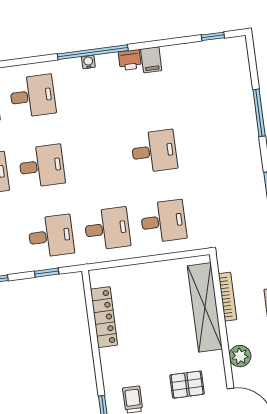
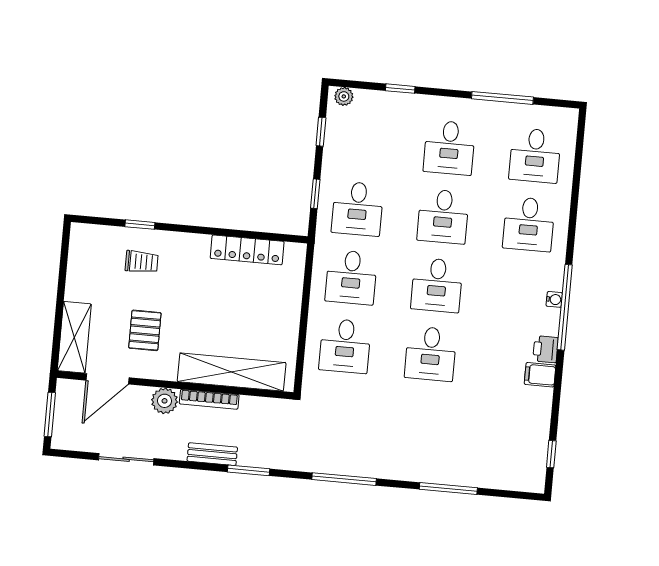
desk: (98, 159) -> (437, 285), added
bookcase: (228, 297) -> (209, 399), moved

